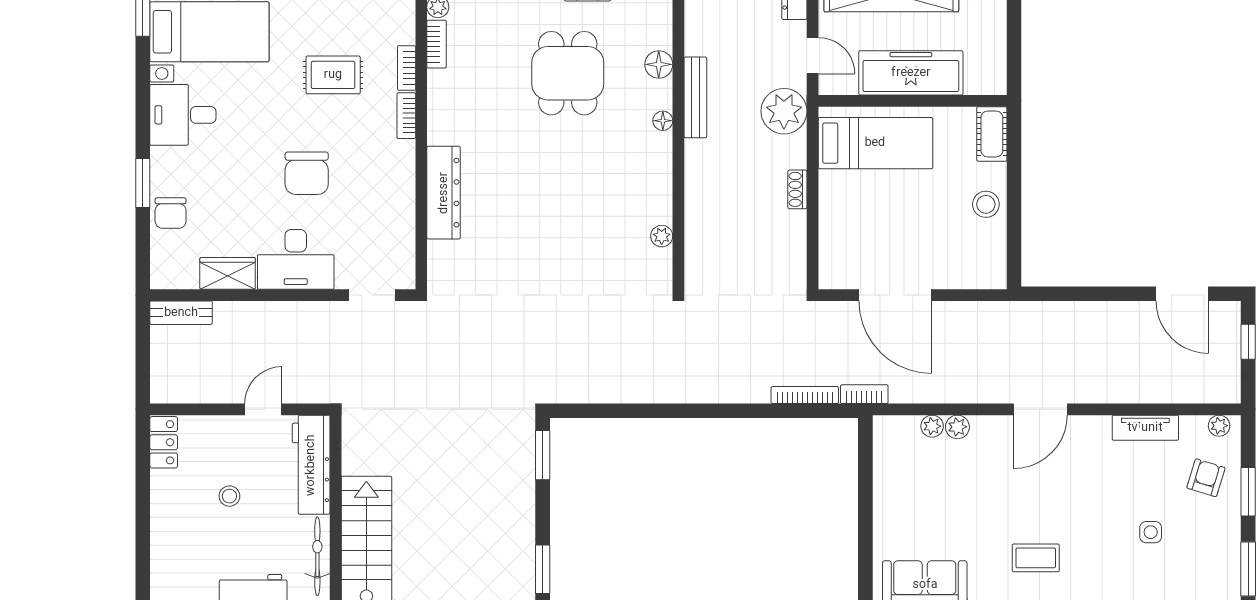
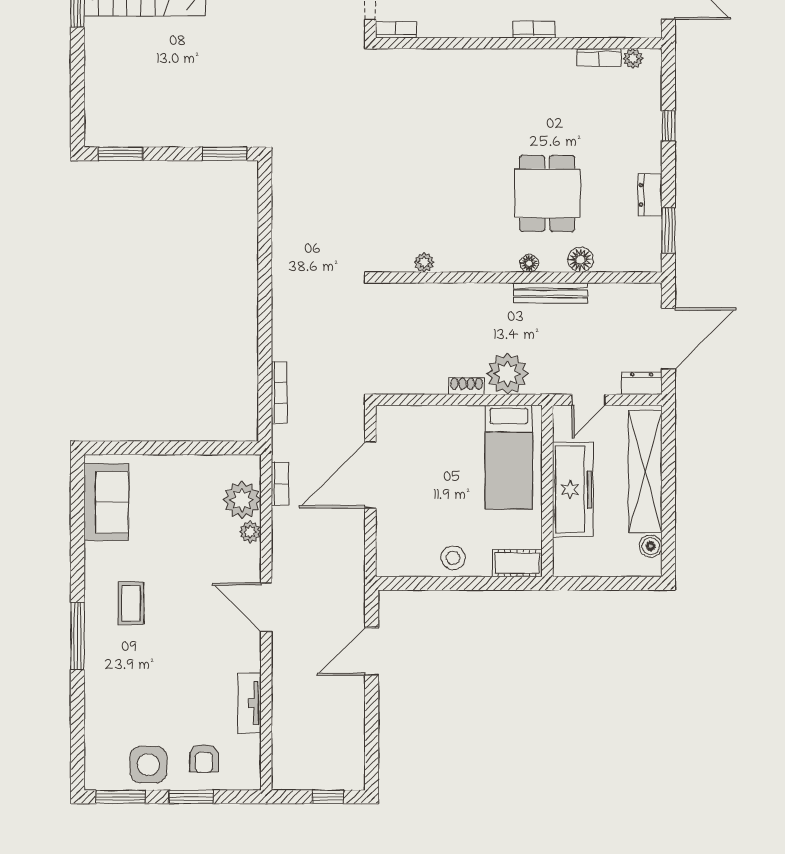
bookcase: (407, 68) -> (396, 30), moved
dining table: (568, 73) -> (547, 193), moved, turned 90
plant: (784, 111) -> (507, 374), moved
dresser: (444, 193) -> (464, 64), removed
door: (1182, 294) -> (372, 651), moved
bookcase: (864, 394) -> (280, 484), moved
plant: (932, 426) -> (242, 500), width x1.87, depth x1.87
plant: (1219, 426) -> (251, 770), removed
armchair: (1206, 478) -> (204, 758), turned 73
side table: (1151, 532) -> (148, 765), moved, width x1.87, depth x1.87

